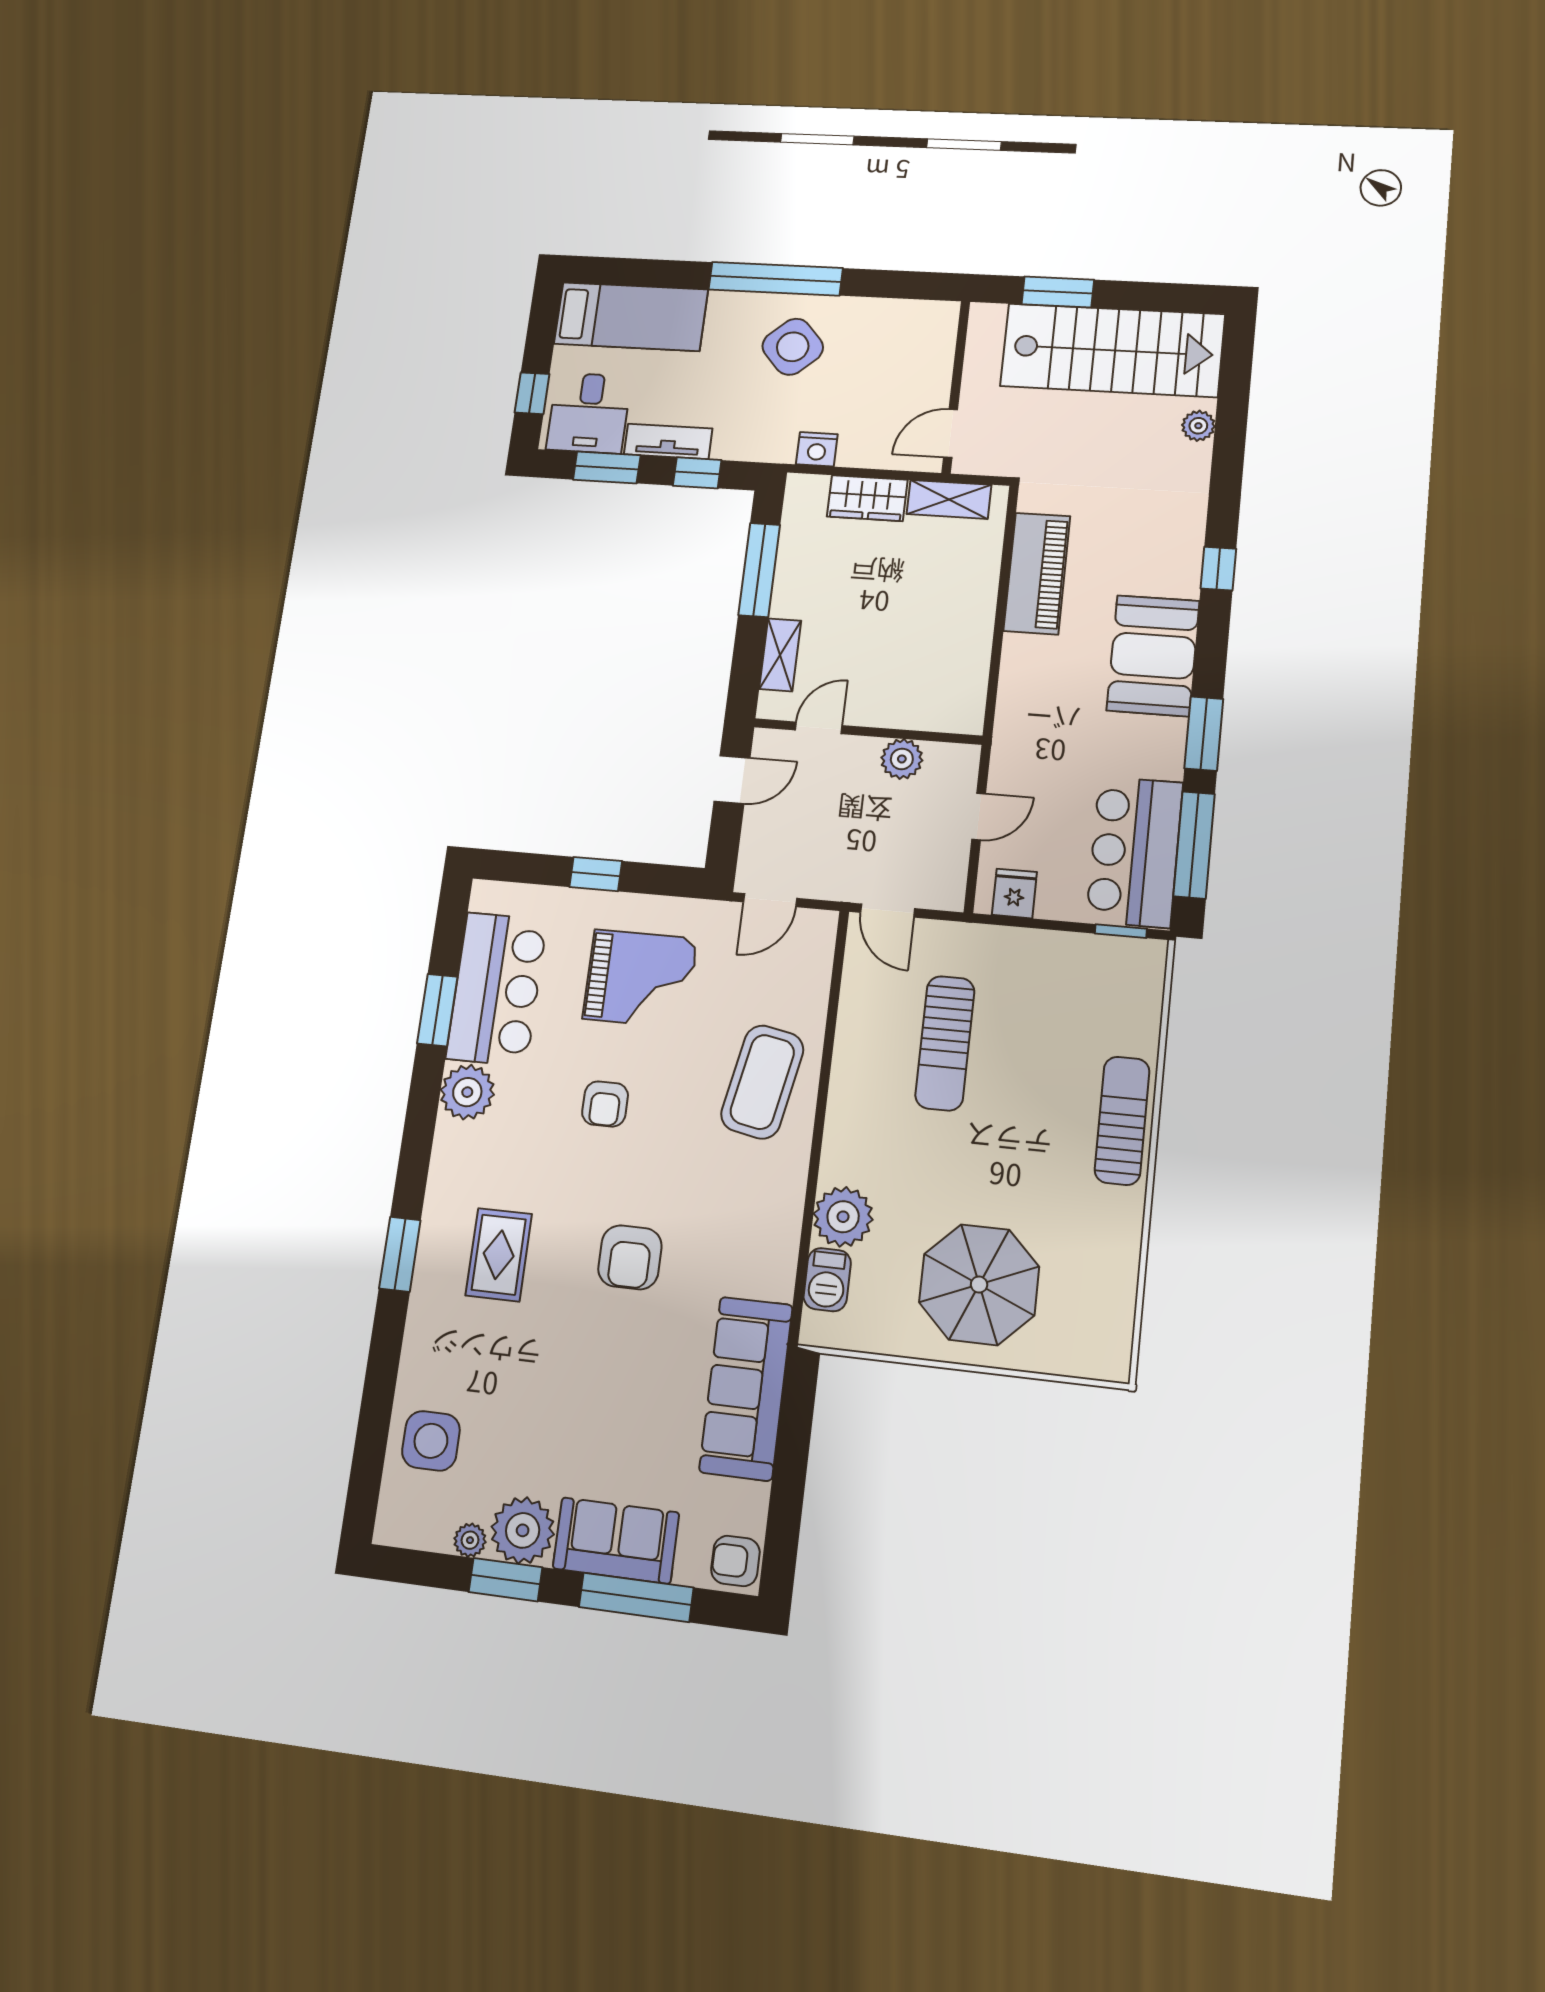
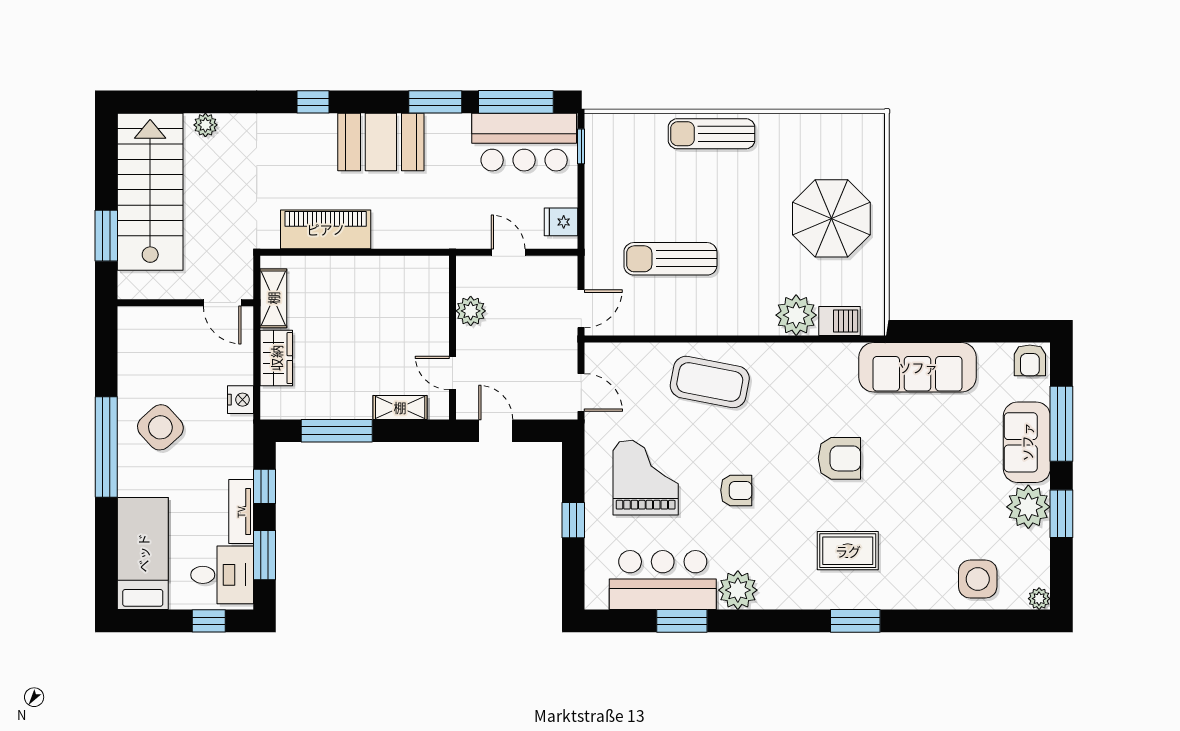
sun lounger: (945, 1043) -> (670, 259), turned 180
plant: (470, 1540) -> (1039, 599), moved

